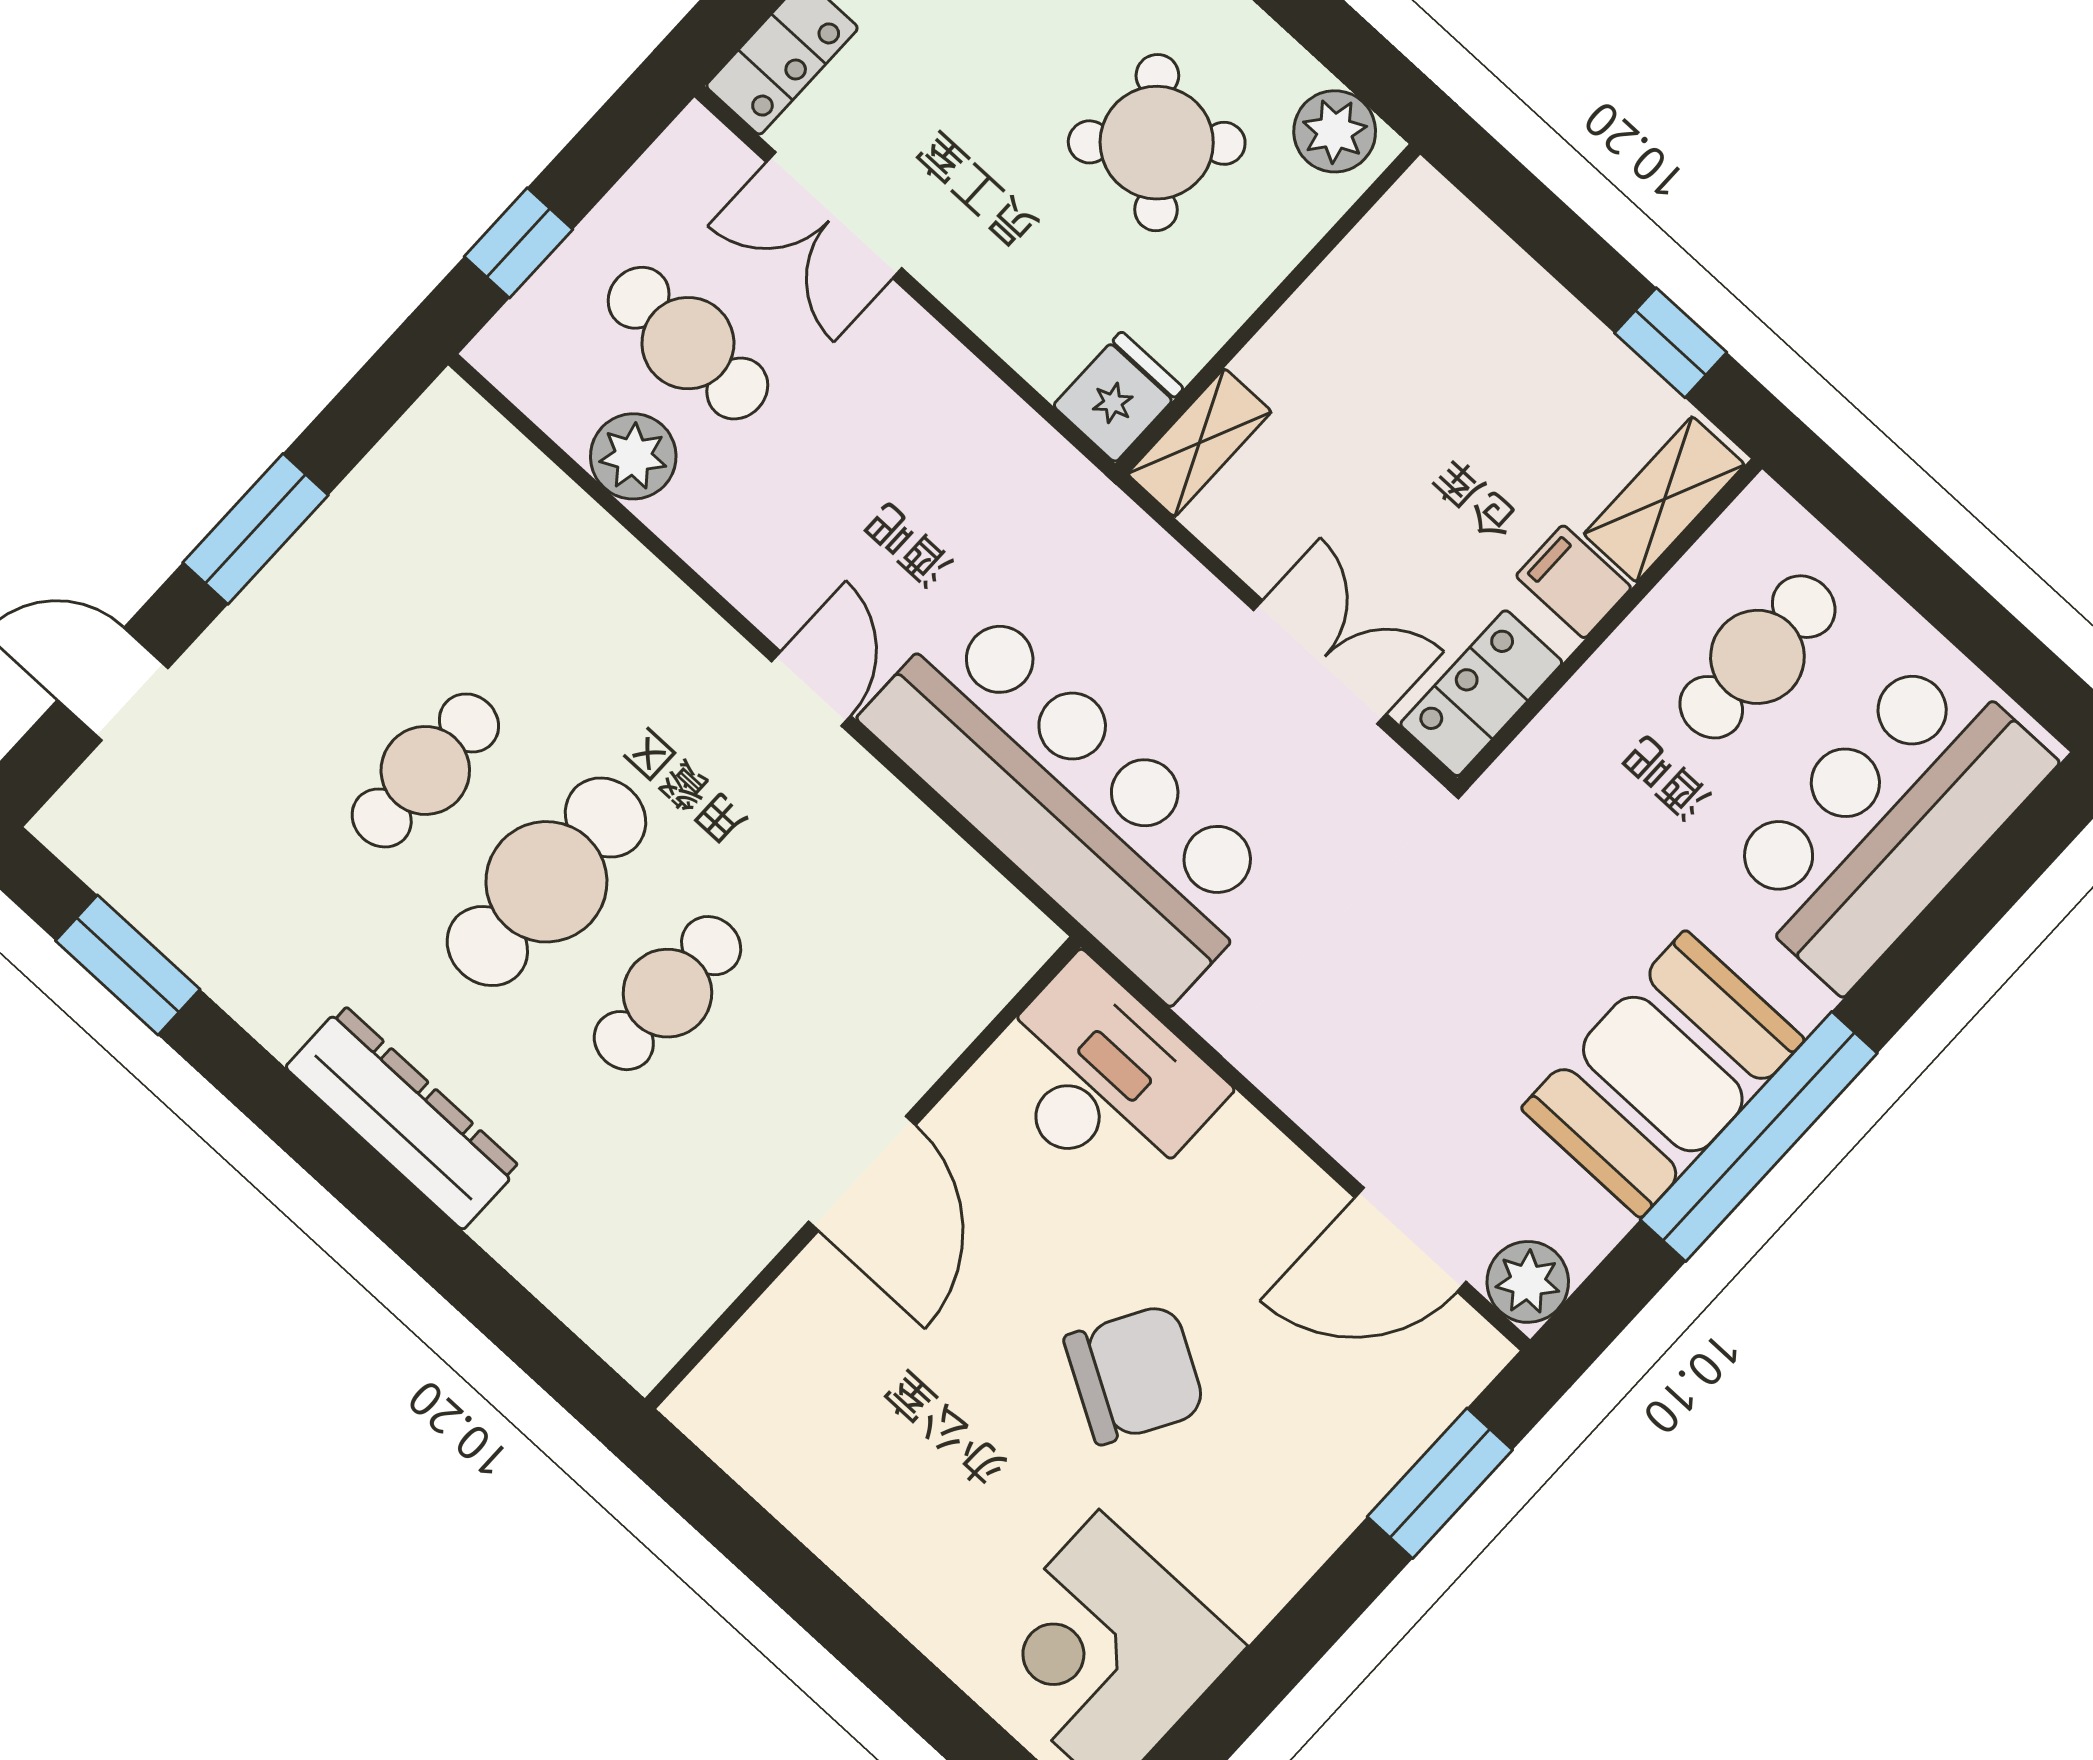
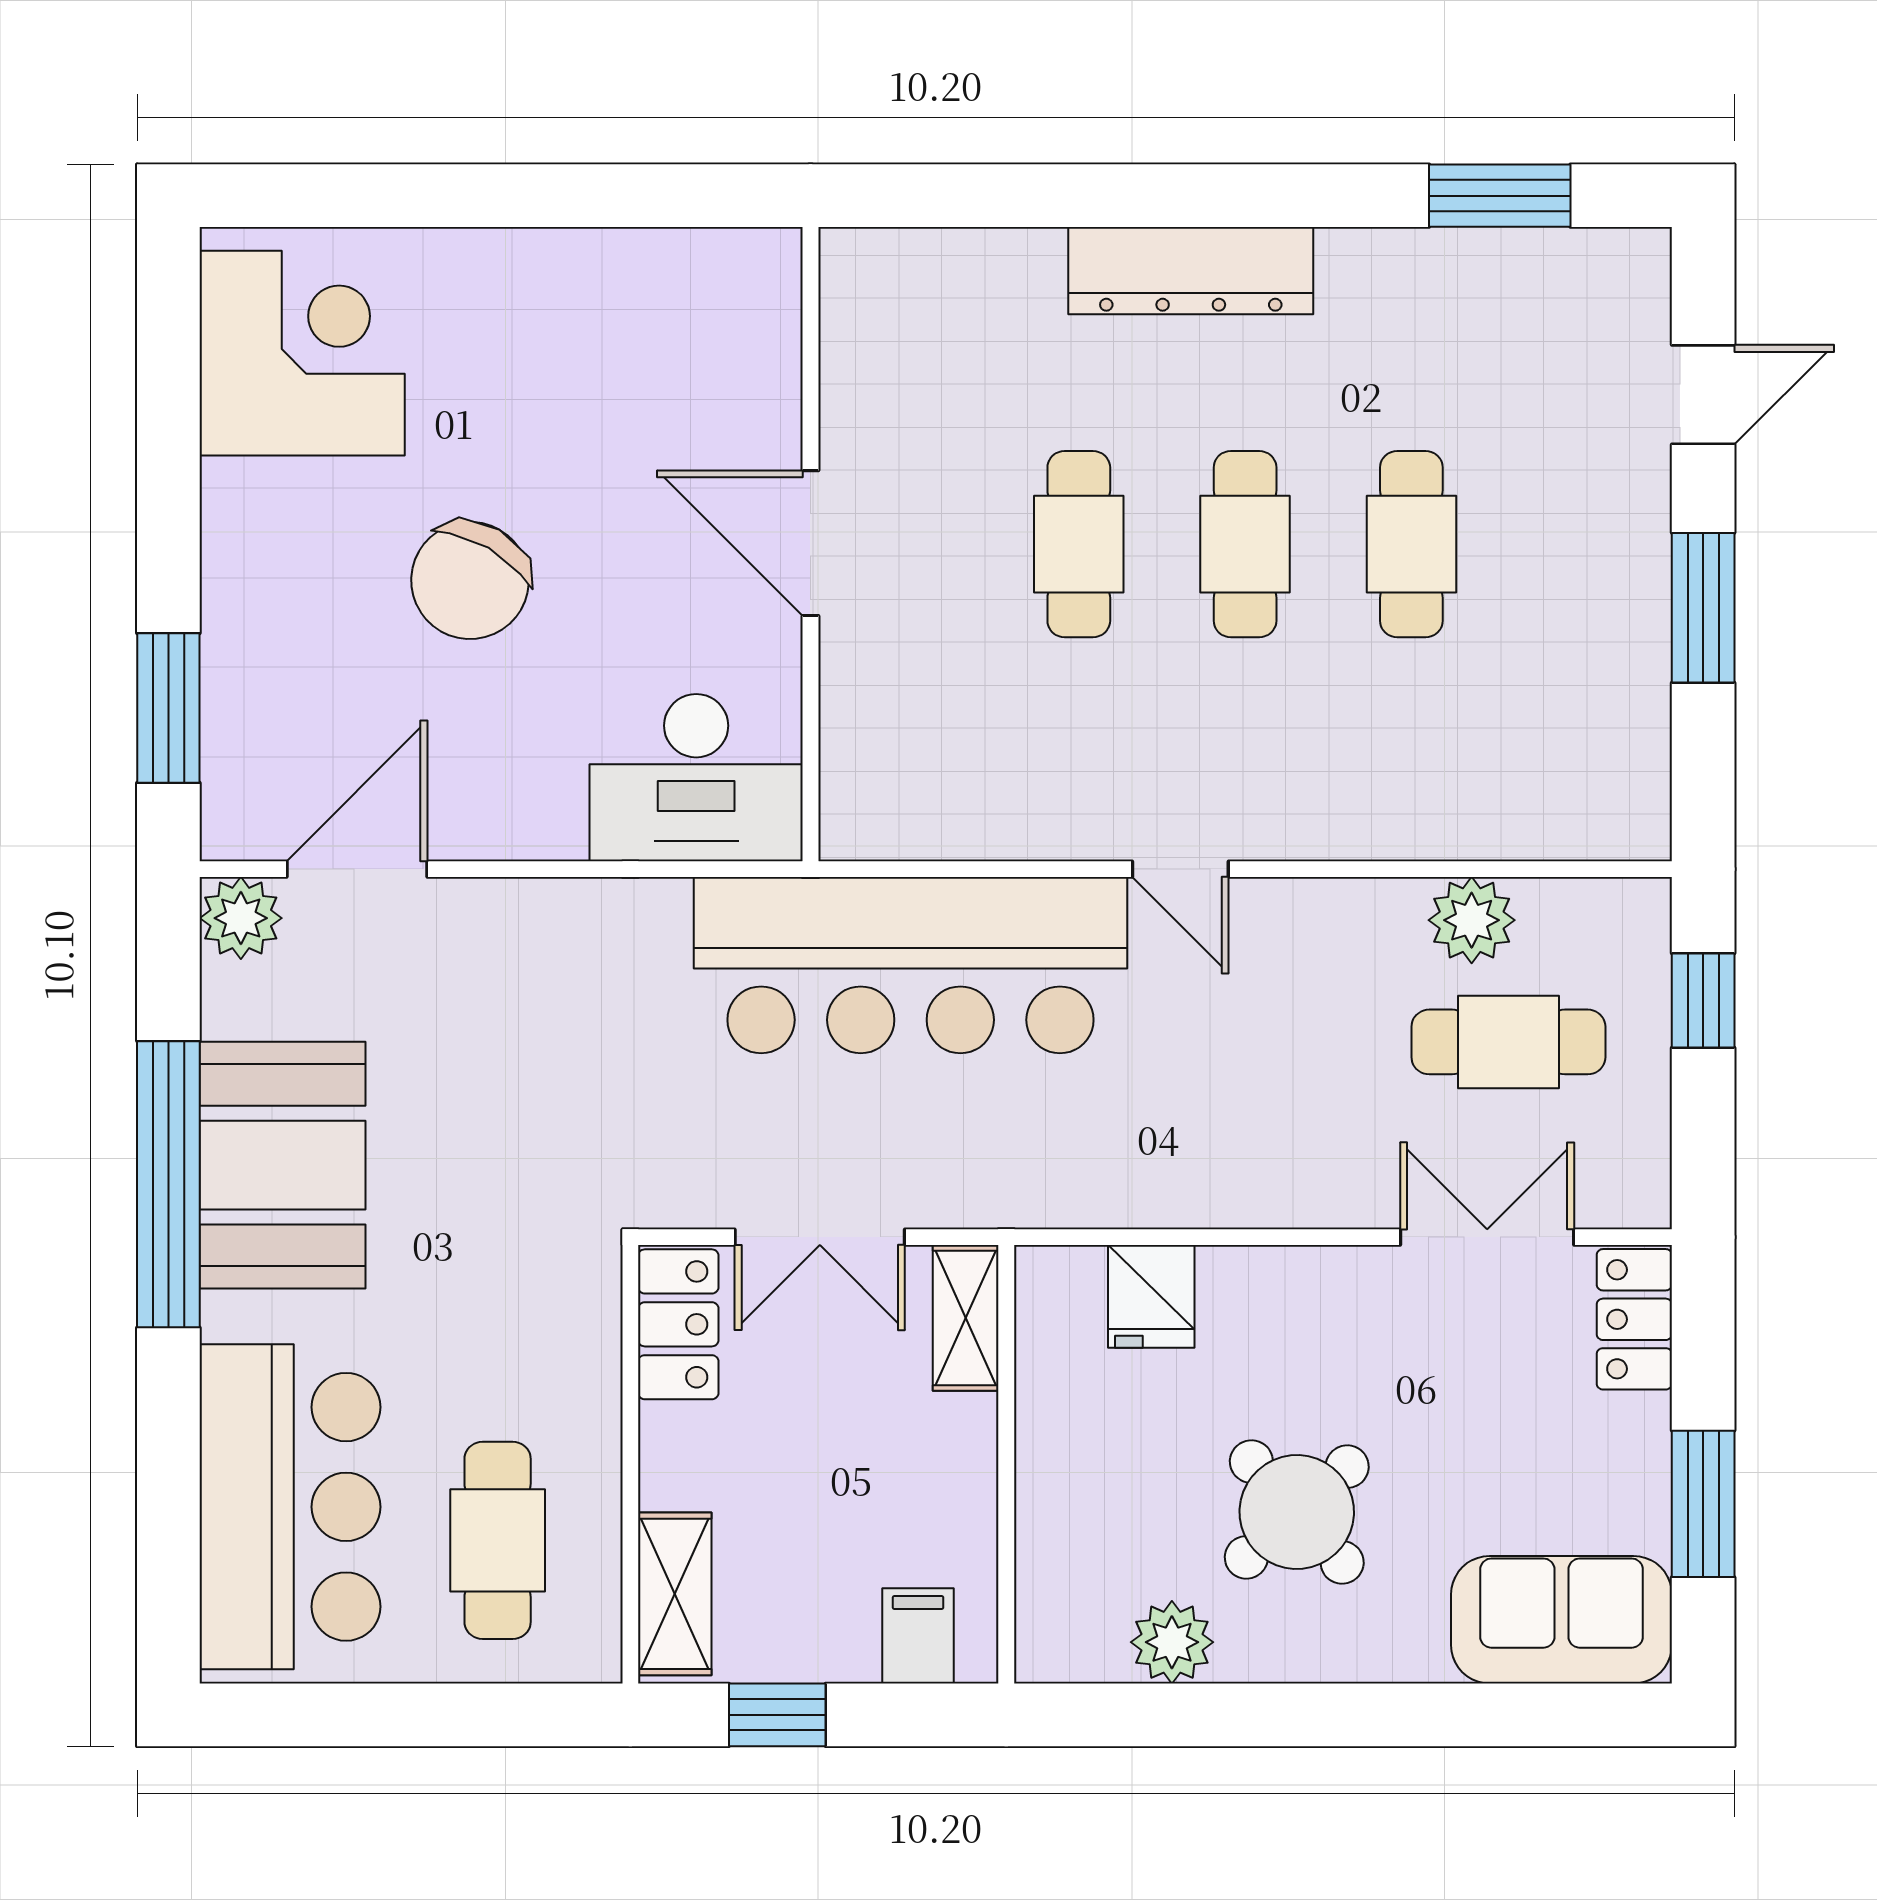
wall: (1268, 309) -> (1006, 1464), moved
shelving: (1199, 443) -> (966, 1318), moved
filing cabinet: (1574, 582) -> (918, 1636), moved, turned -90
cafe table: (546, 882) -> (1245, 544), width x0.73, depth x0.74

